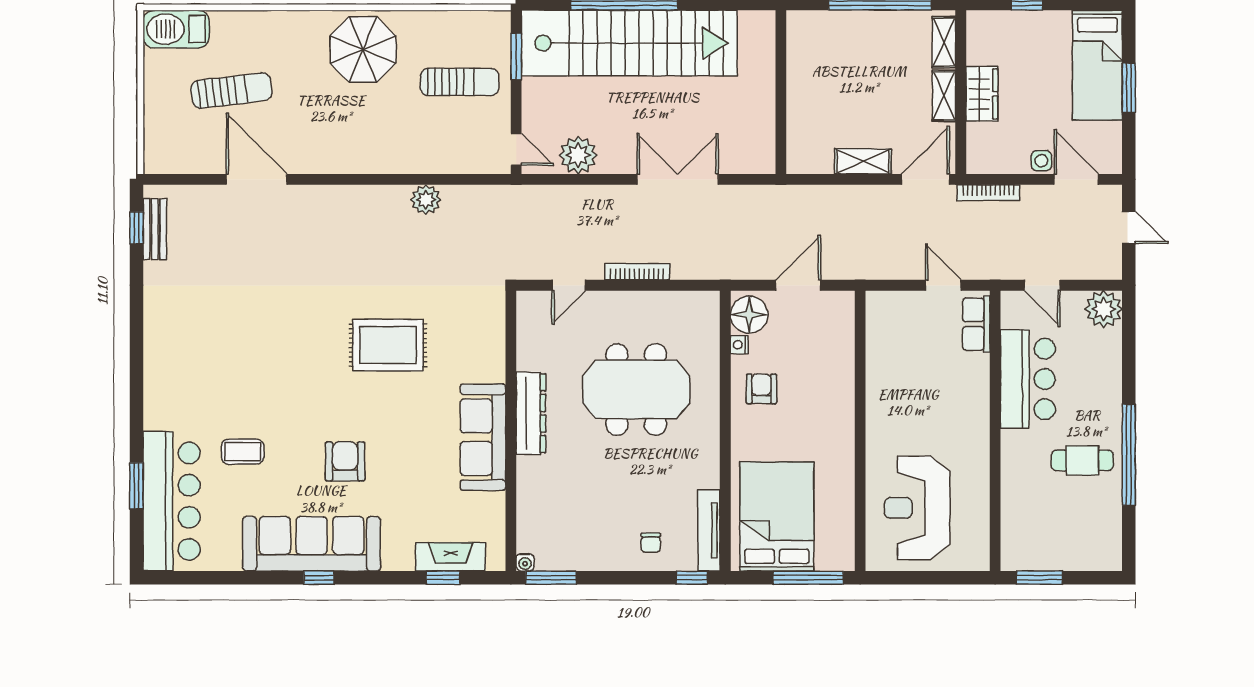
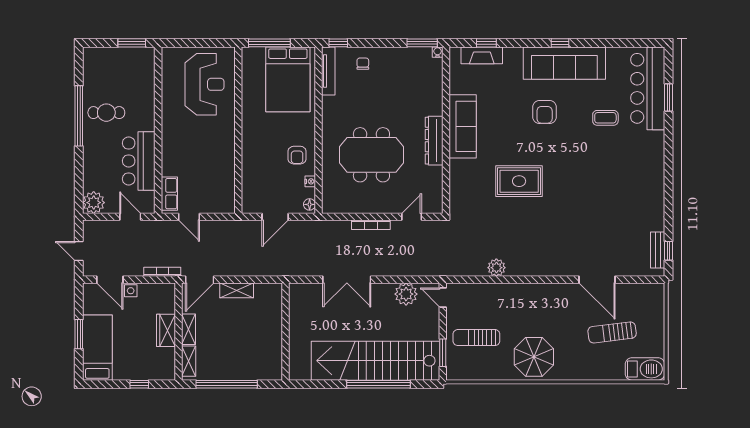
floor lamp: (749, 315) -> (310, 204), width x0.53, depth x0.53

